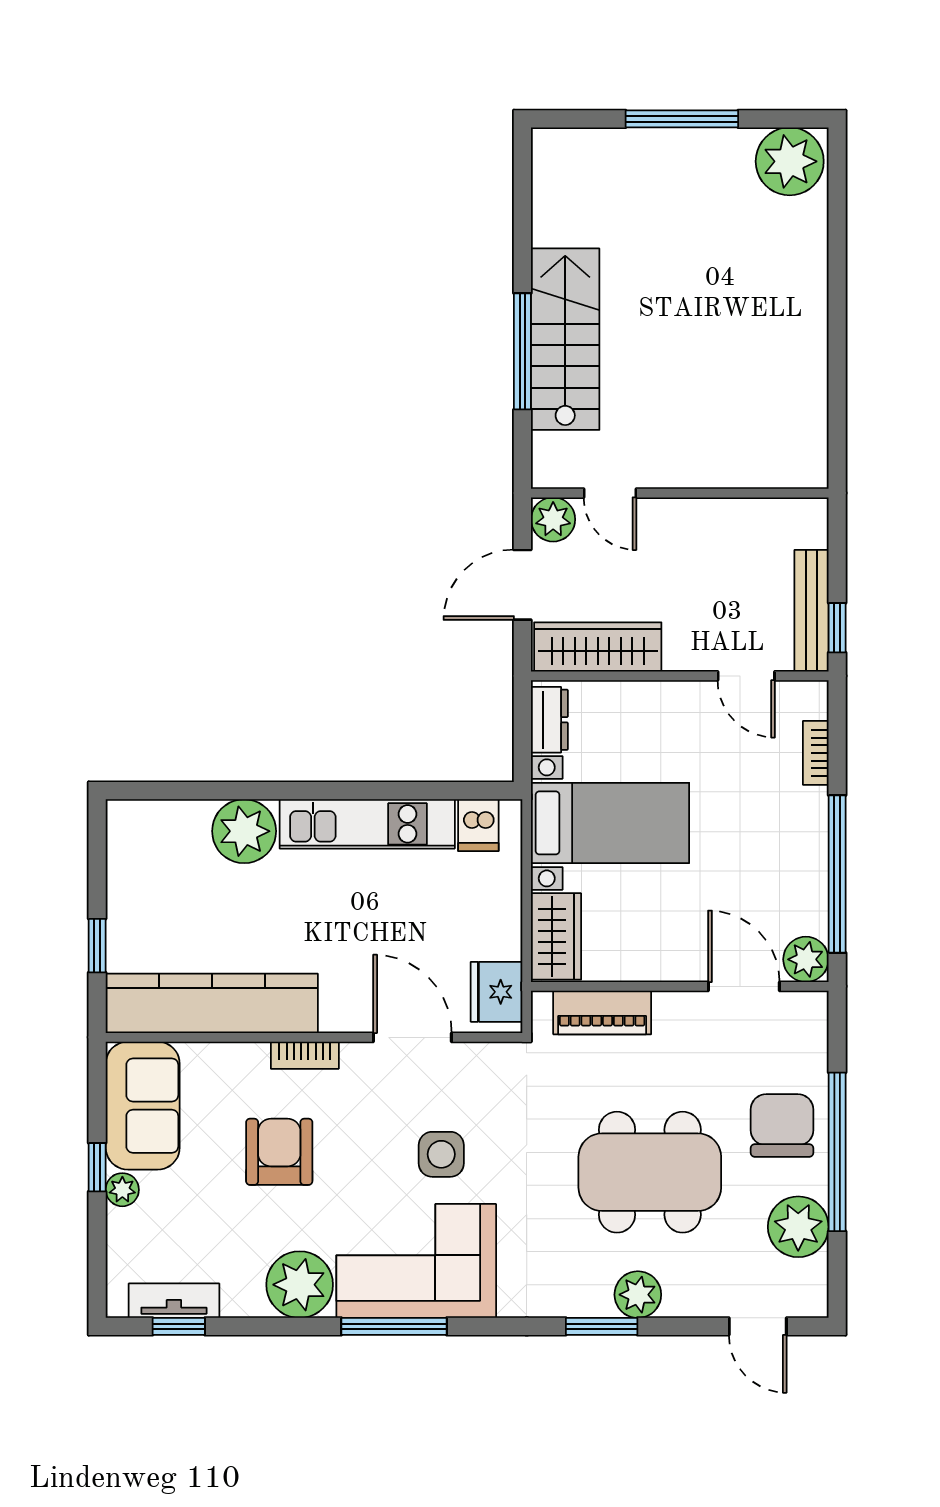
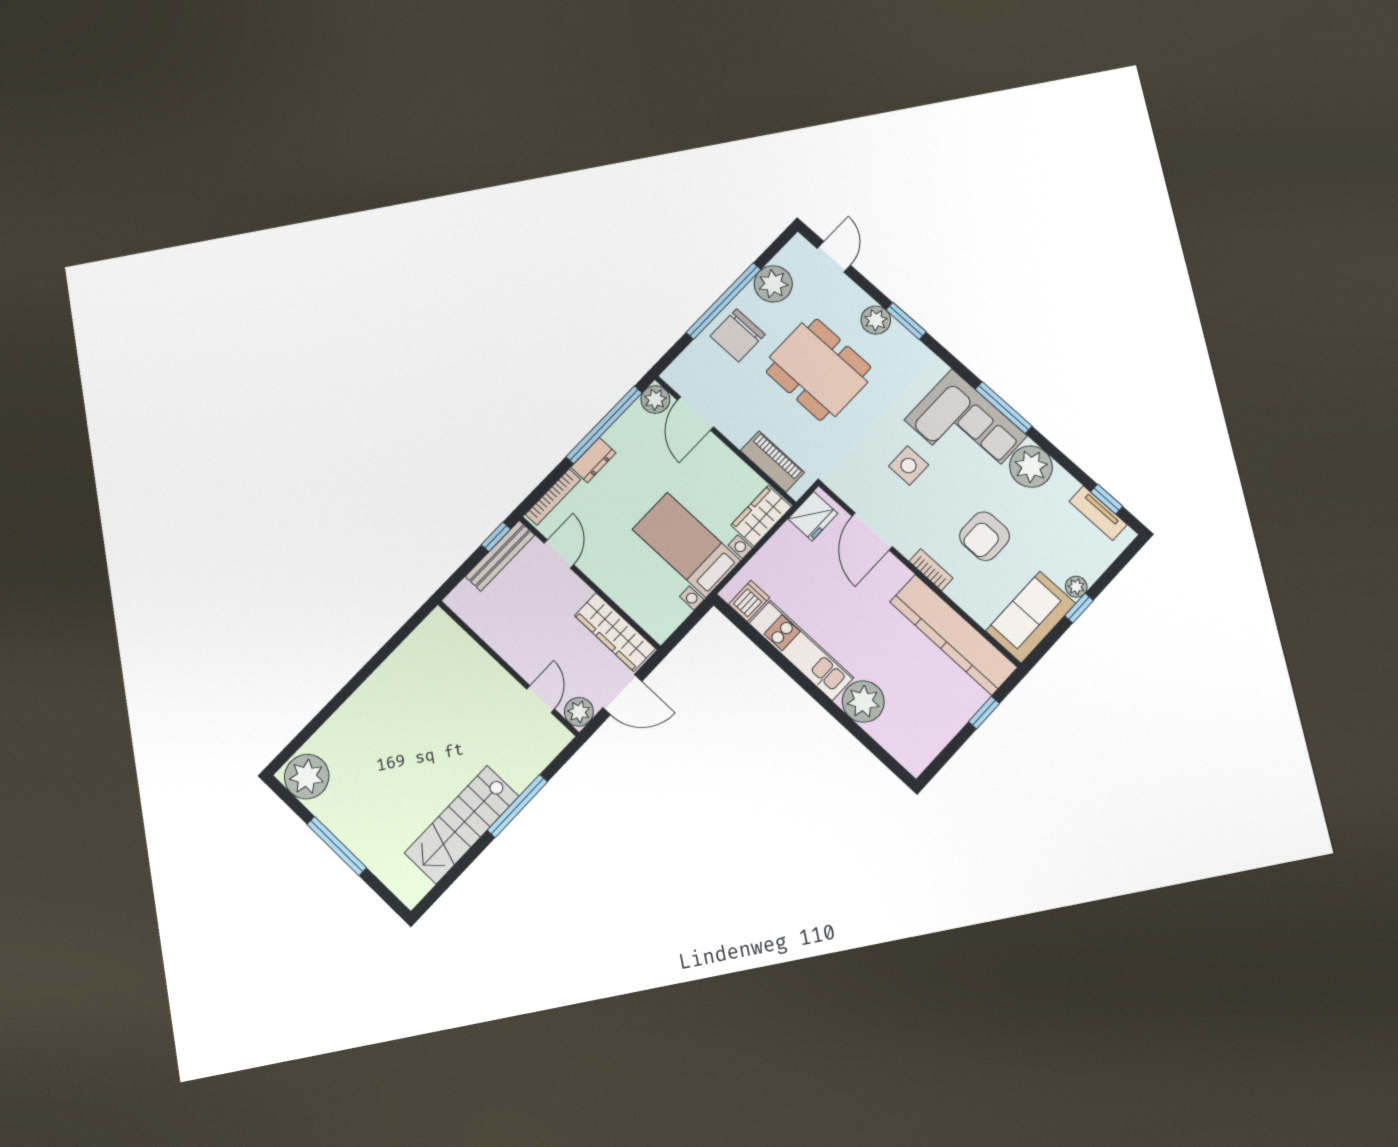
stairs: (565, 339) -> (462, 825), moved
dresser: (549, 720) -> (593, 460), moved, turned 180
bookcase: (816, 753) -> (553, 497), width x1.56

